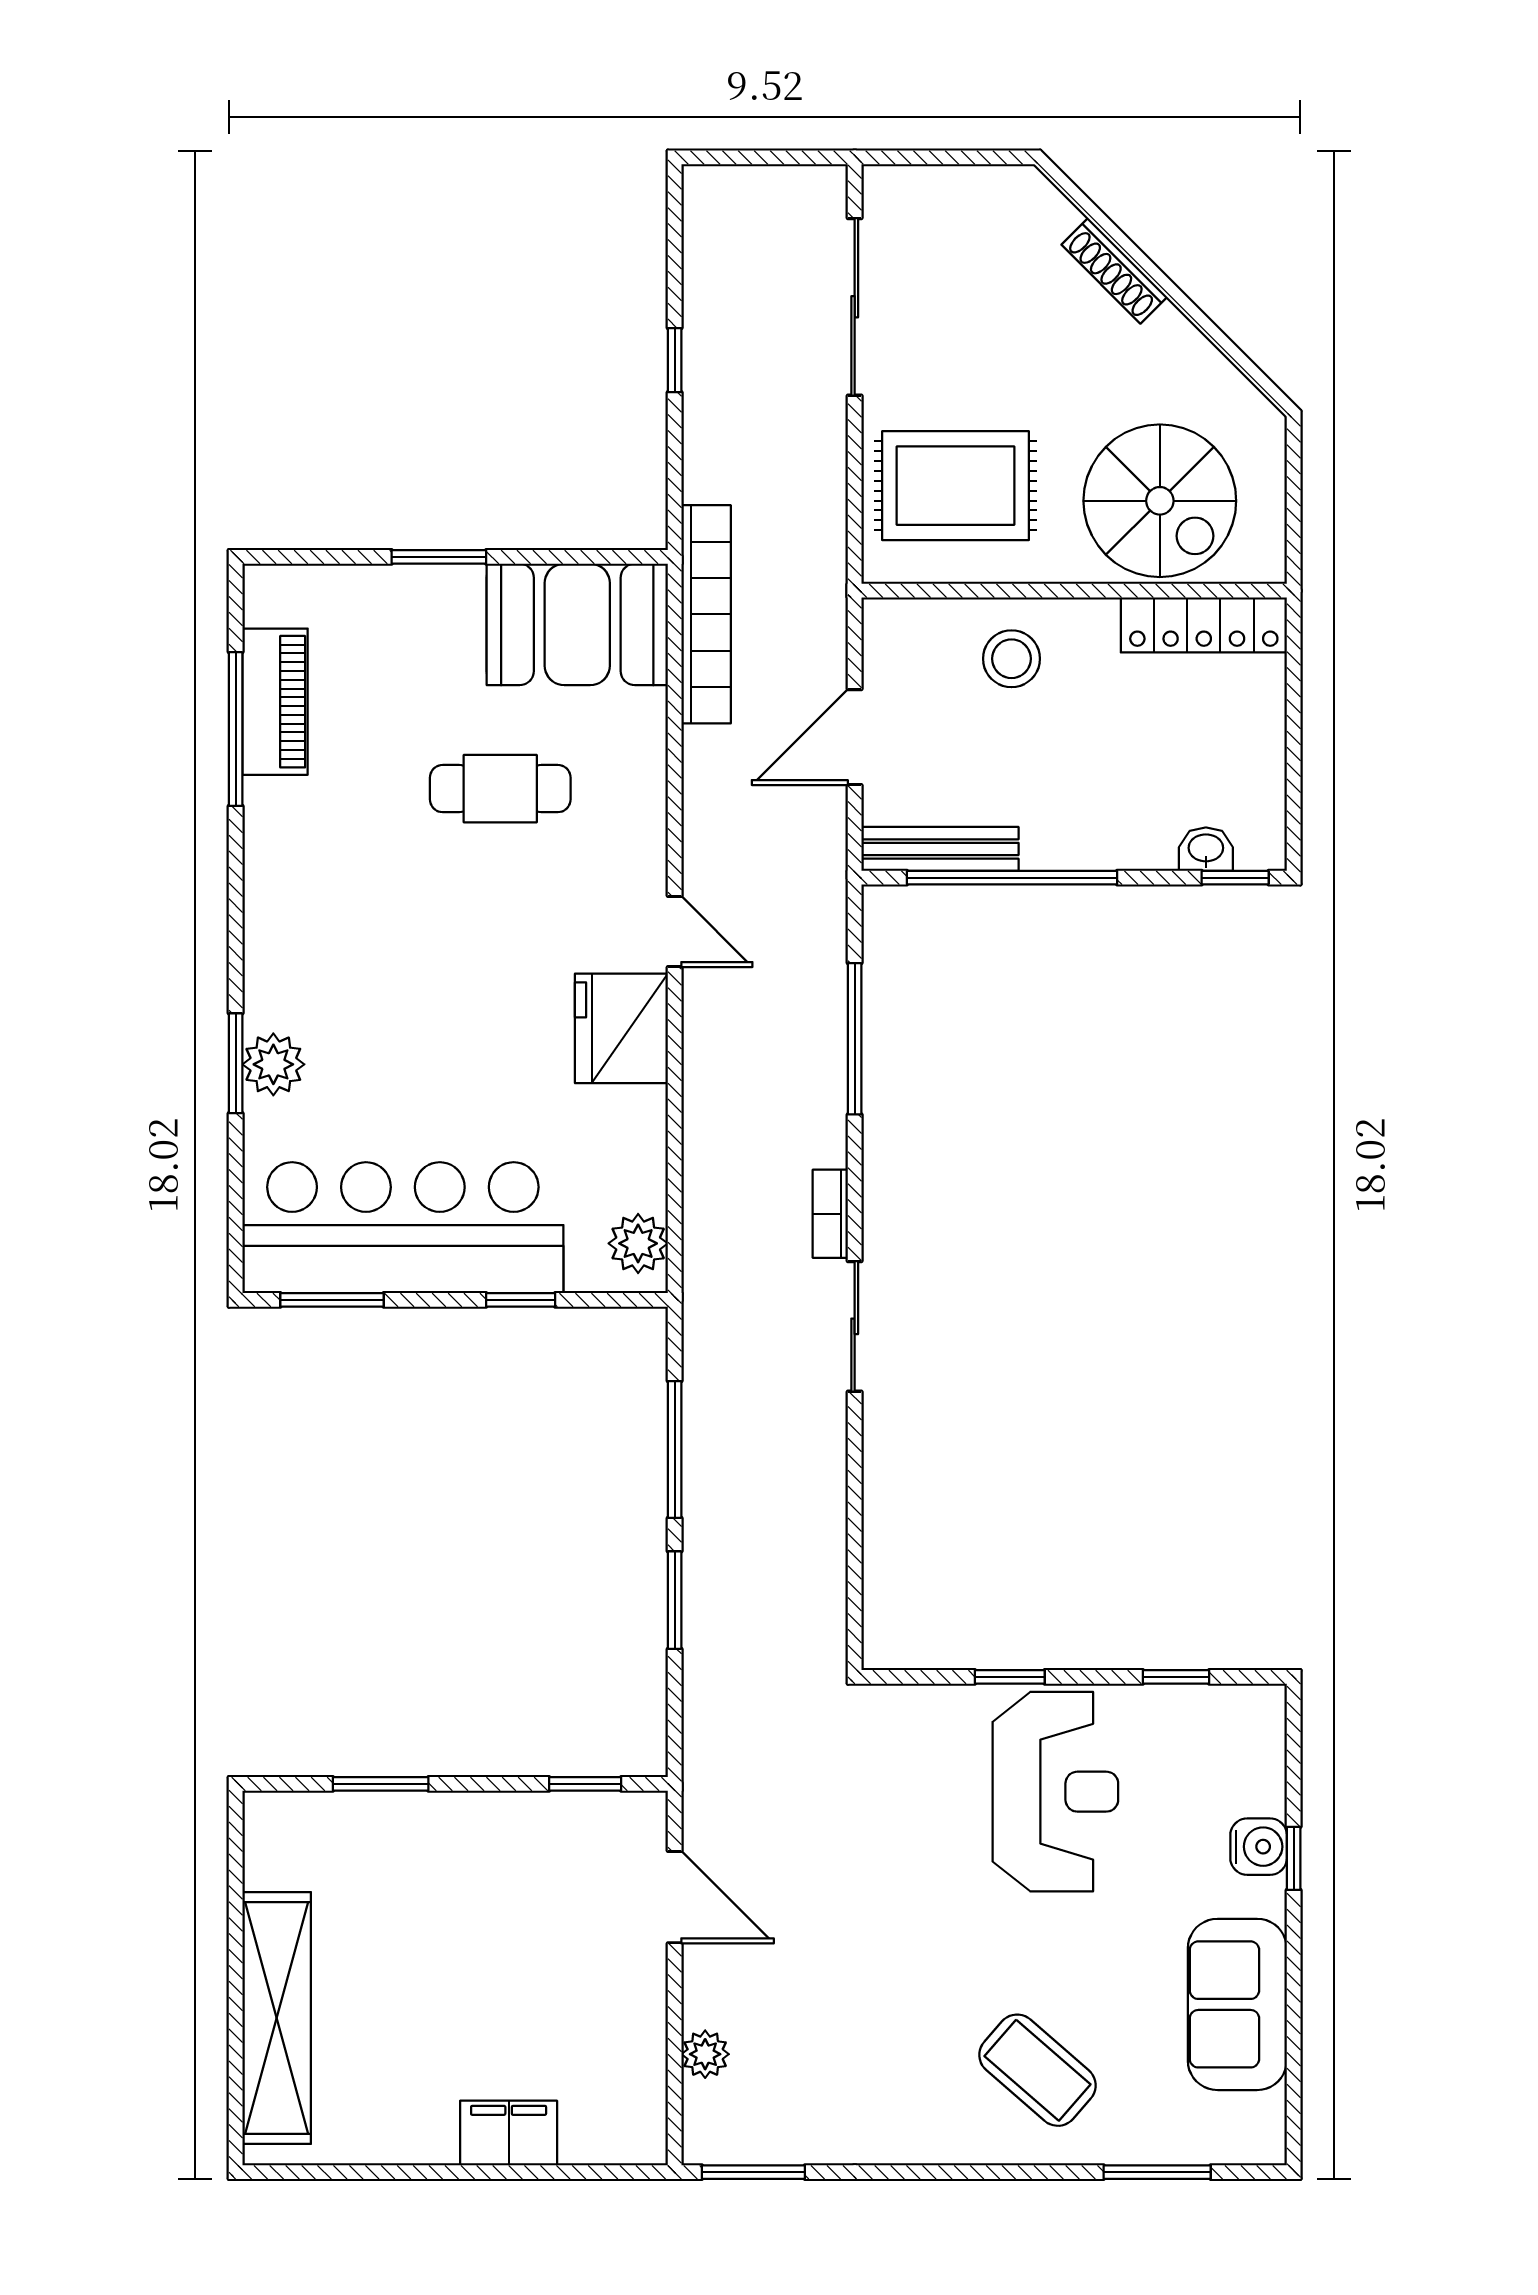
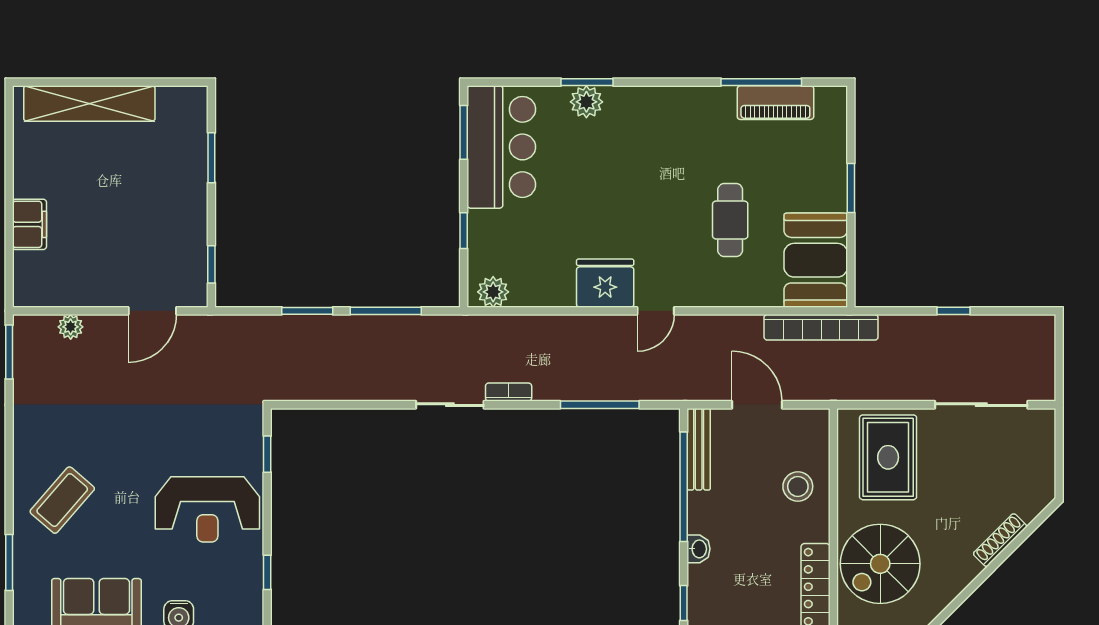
washbasin: (1206, 849) -> (699, 549), moved
bar counter: (403, 1228) -> (501, 147), width x0.73
window: (1010, 1677) -> (267, 454), moved

